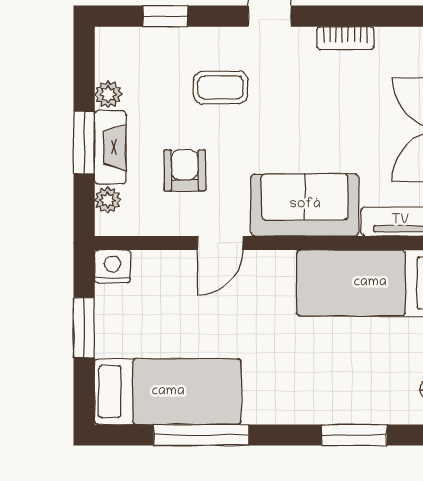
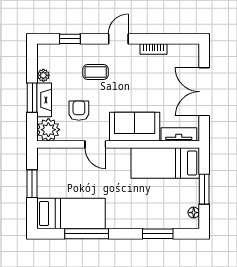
plant: (108, 200) -> (48, 130), width x1.88, depth x1.88
door: (220, 243) -> (95, 144), hinge flipped
nightstand: (112, 266) -> (45, 155), removed

